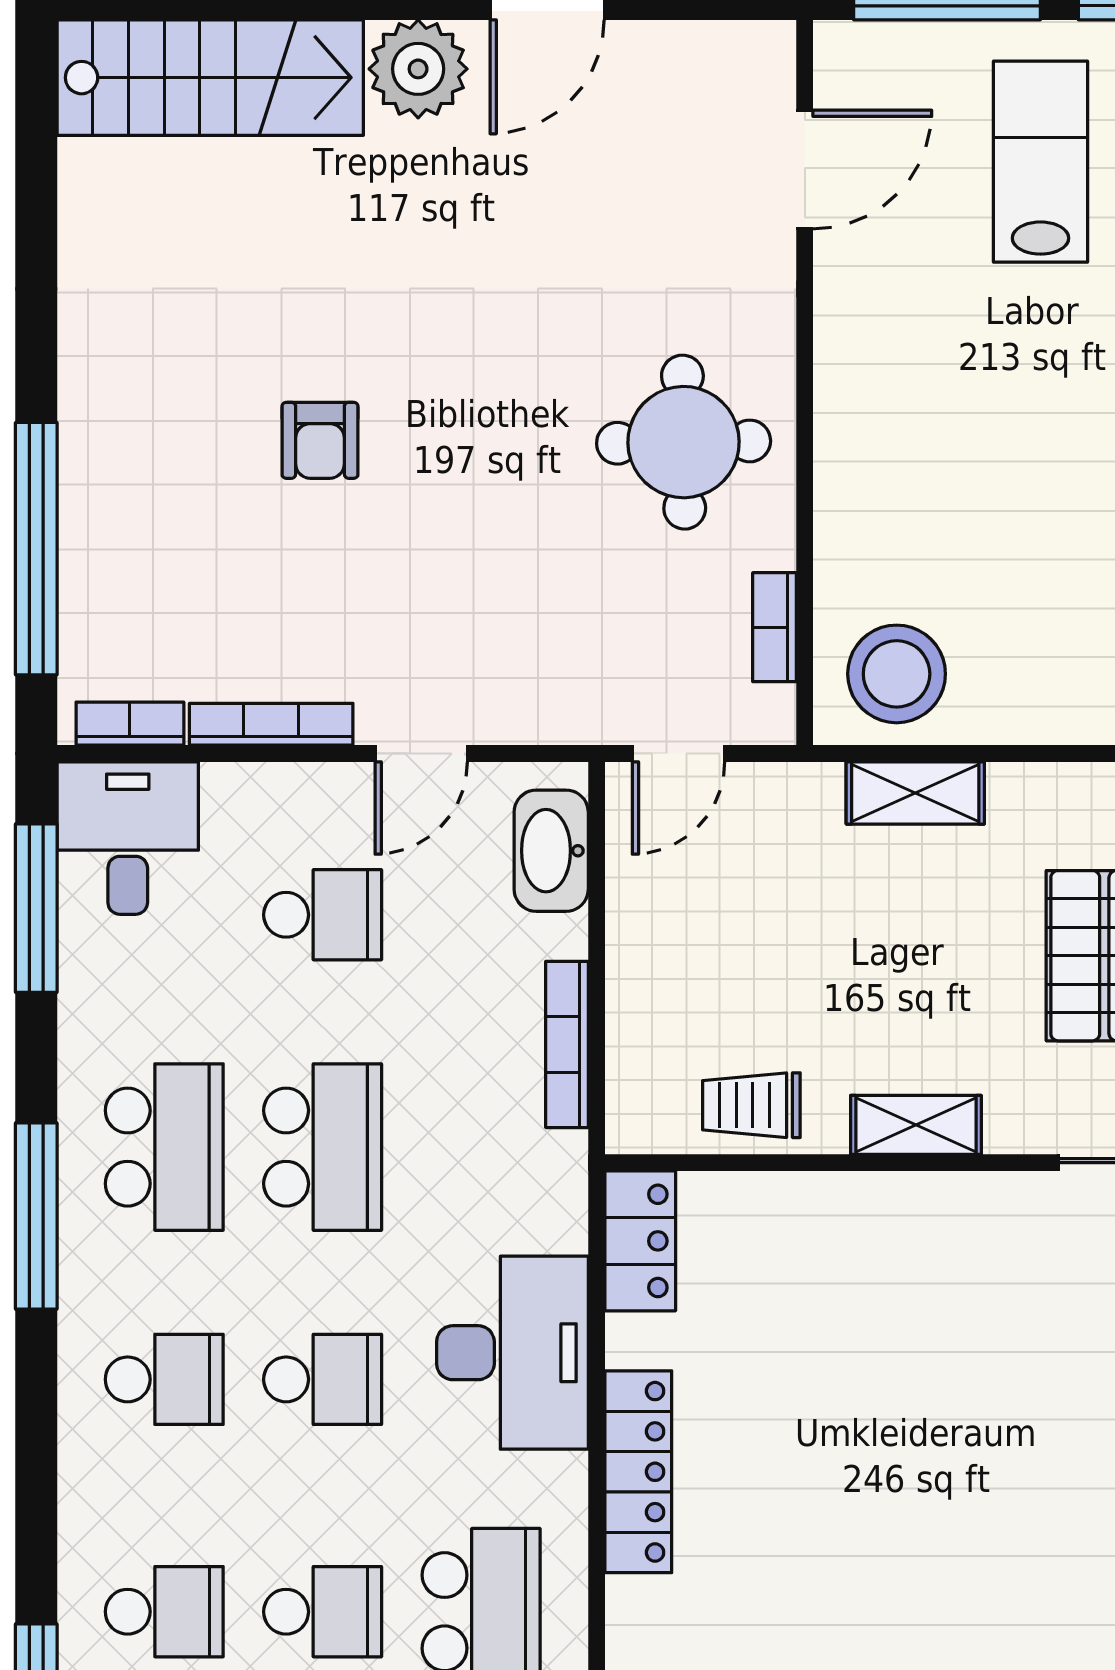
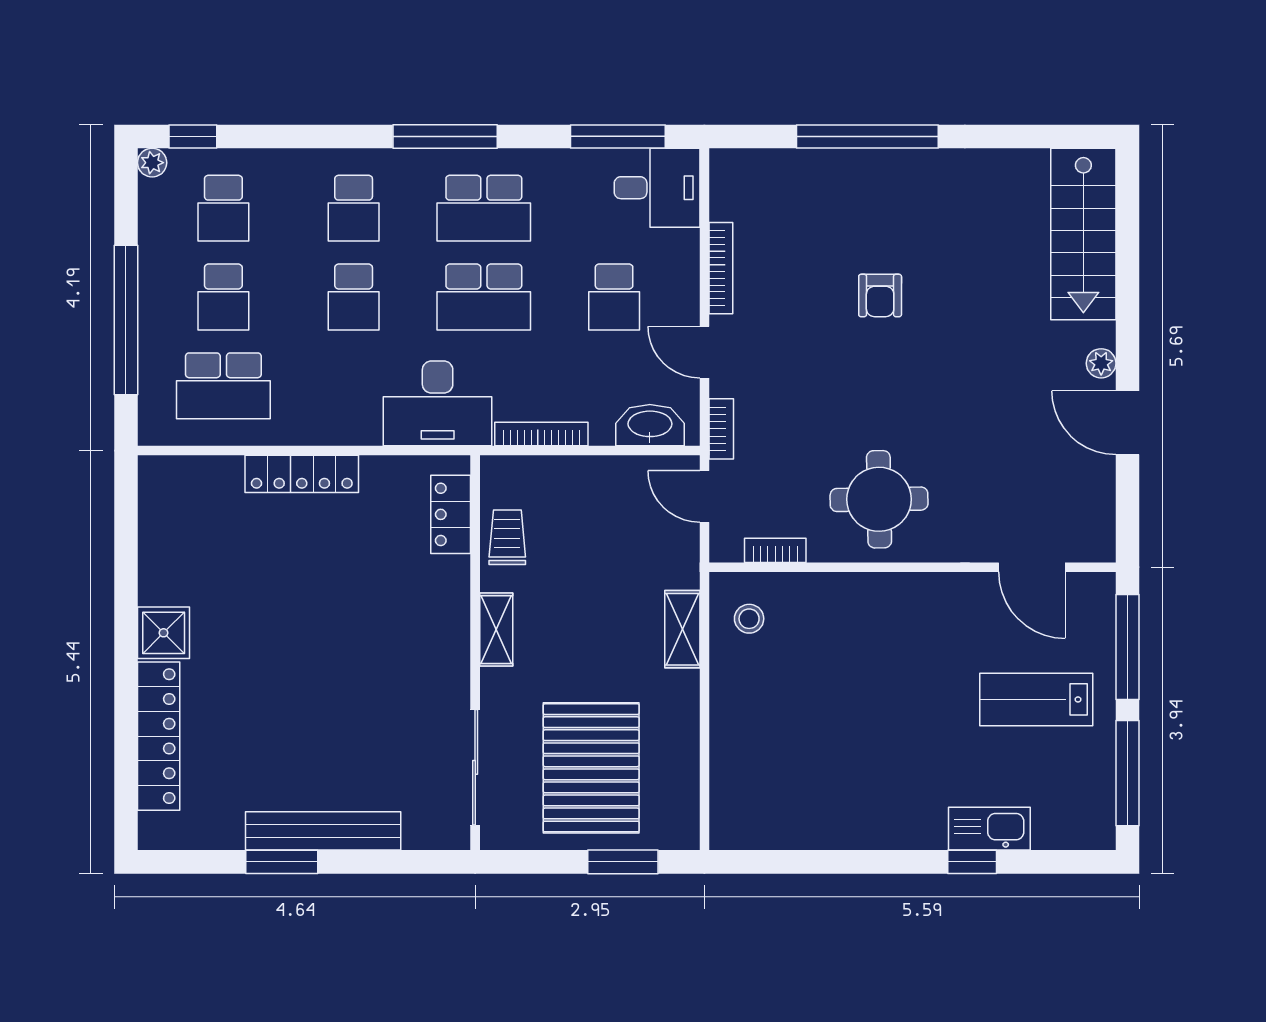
plant: (418, 69) -> (1101, 363), width x0.53, depth x0.53
lab bench: (1041, 162) -> (1036, 699), turned 180
armchair: (320, 440) -> (880, 295), turned -90
window: (36, 549) -> (867, 136), moved
stool: (897, 674) -> (749, 619), width x0.53, depth x0.53
bookcase: (130, 724) -> (721, 429), moved
locker: (640, 1241) -> (451, 514), moved, turned 90
desk: (512, 1353) -> (438, 403), moved

